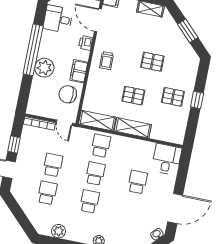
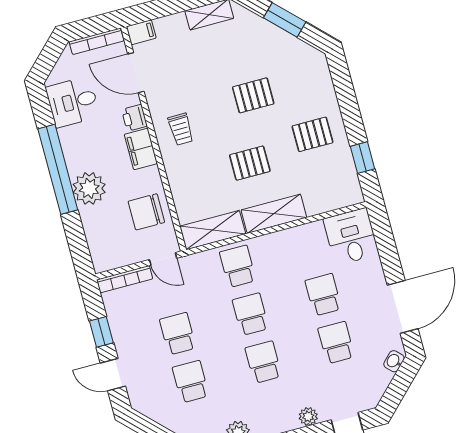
filing cabinet: (79, 71) -> (141, 149), moved
window: (197, 100) -> (363, 158), moved
school desk: (132, 210) -> (336, 343), added

